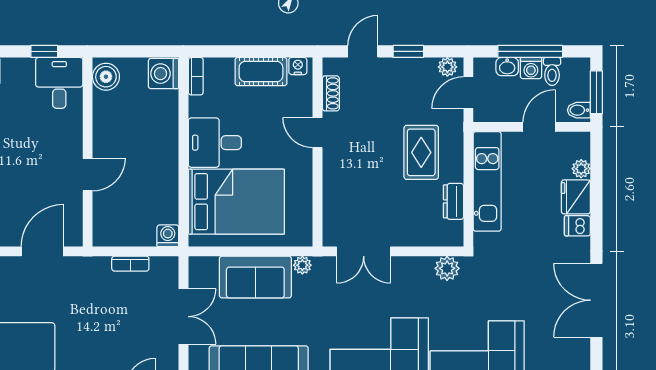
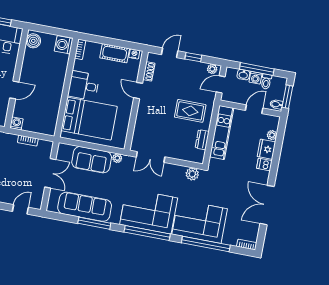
rug: (421, 152) -> (190, 111), turned 90
washing machine: (168, 236) -> (16, 123), moved

